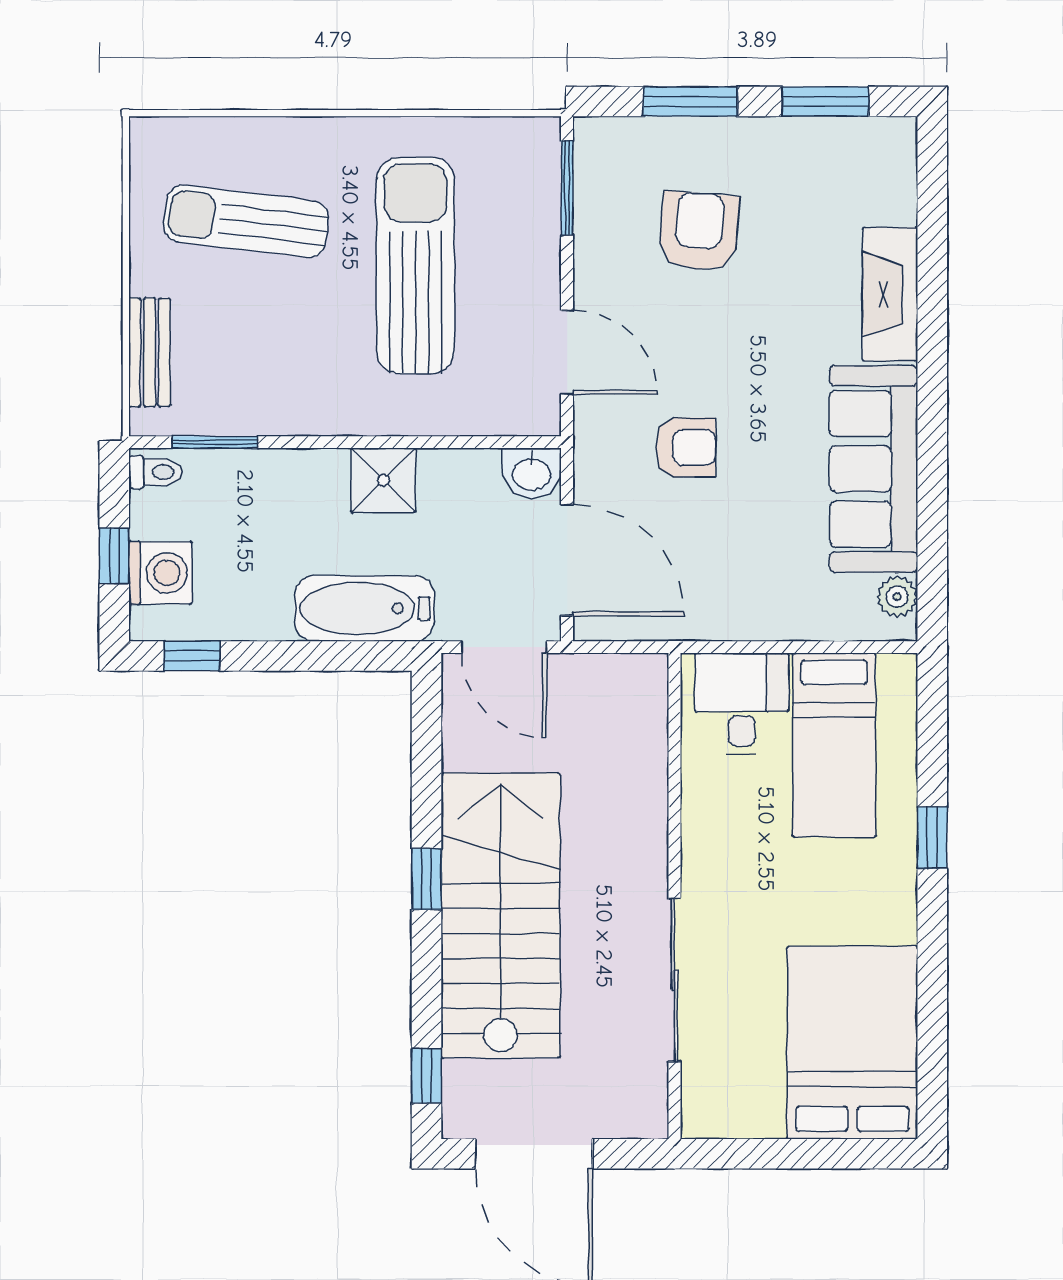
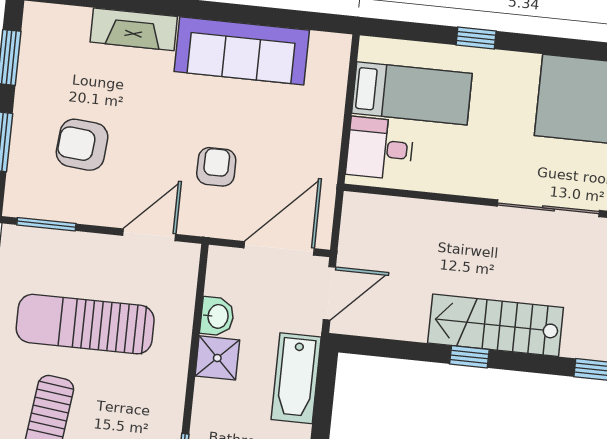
washbasin: (531, 473) -> (217, 316), moved
plant: (897, 597) -> (323, 44), removed
stairs: (501, 916) -> (496, 325), width x0.73, depth x0.66

